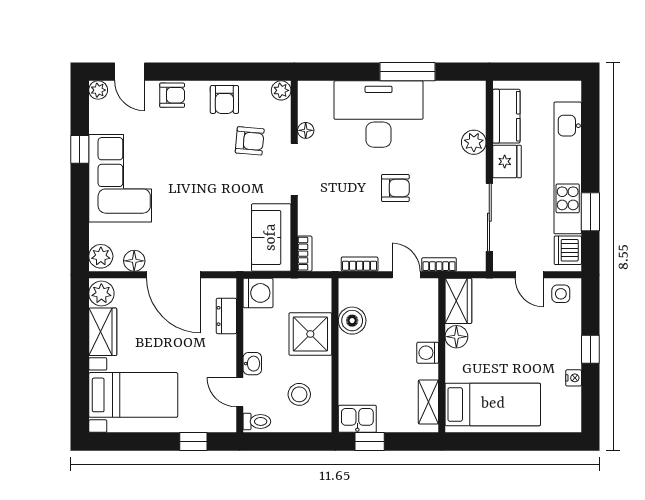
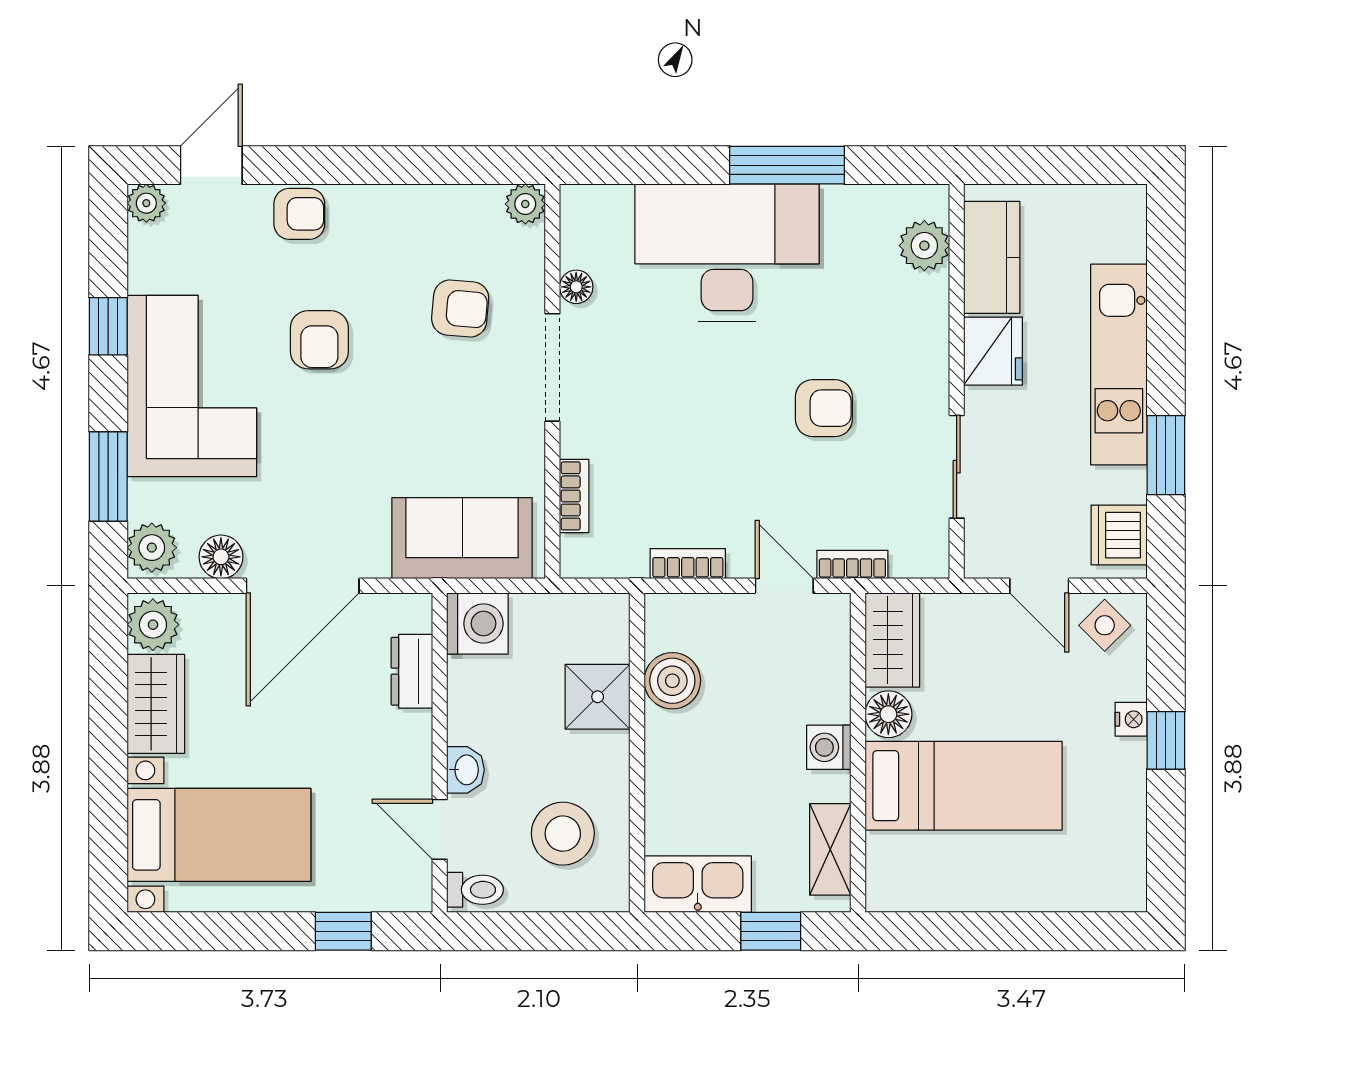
door: (130, 72) -> (211, 165), swing flipped
armchair: (224, 99) -> (319, 340), moved
plant: (474, 142) -> (924, 246), moved
kitchen unit: (568, 168) -> (1119, 365), width x0.73
armchair: (395, 188) -> (824, 408), moved
sliding door: (489, 217) -> (957, 467), width x0.73
window: (80, 222) -> (108, 477), added
sofa: (271, 237) -> (462, 538), moved, turned 90
bookcase: (305, 254) -> (574, 496), moved
door: (174, 275) -> (303, 586), hinge flipped
side table: (561, 294) -> (1105, 625), turned 45
shower: (310, 334) -> (598, 697), width x0.73, depth x0.73
nightstand: (574, 378) -> (1131, 719), moved
stool: (299, 394) -> (563, 834), width x1.38, depth x1.38
bed: (493, 404) -> (964, 786), moved
kitchen sink: (357, 419) -> (698, 884), width x1.38
window: (370, 442) -> (771, 931), moved

